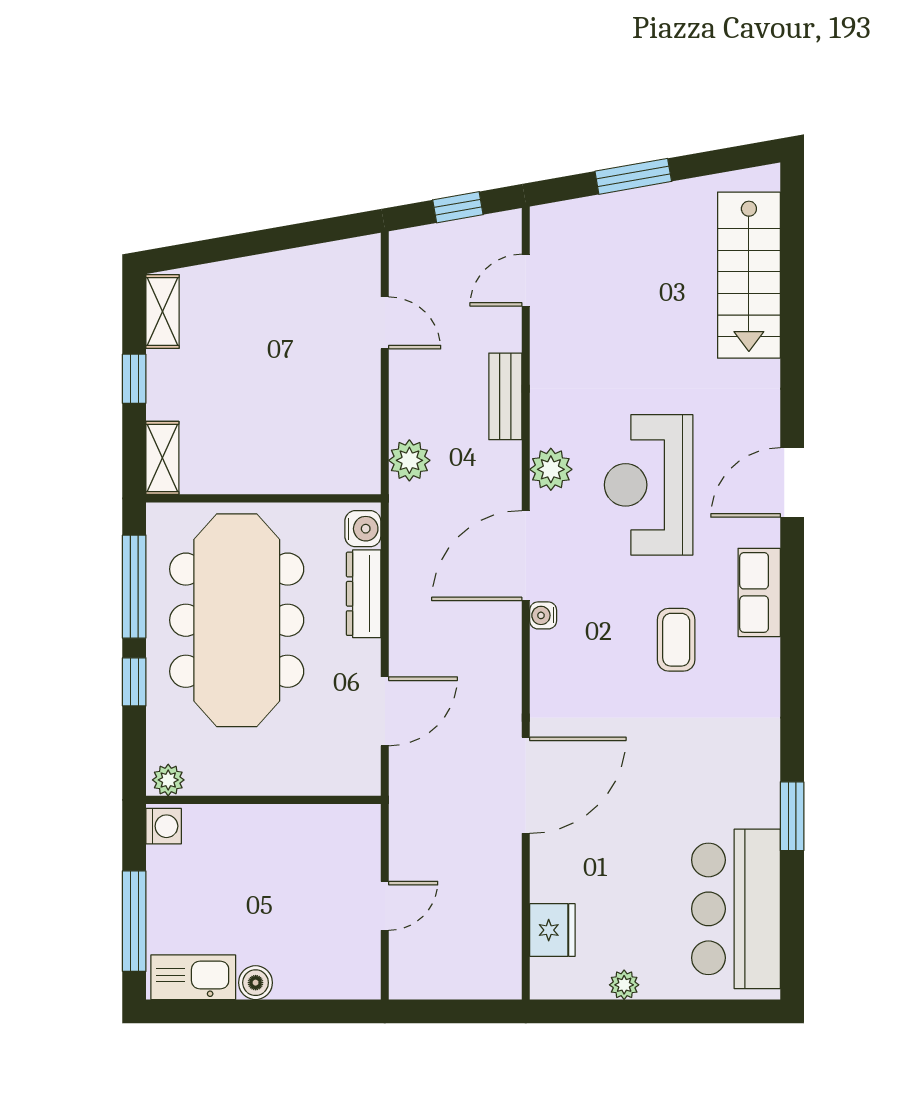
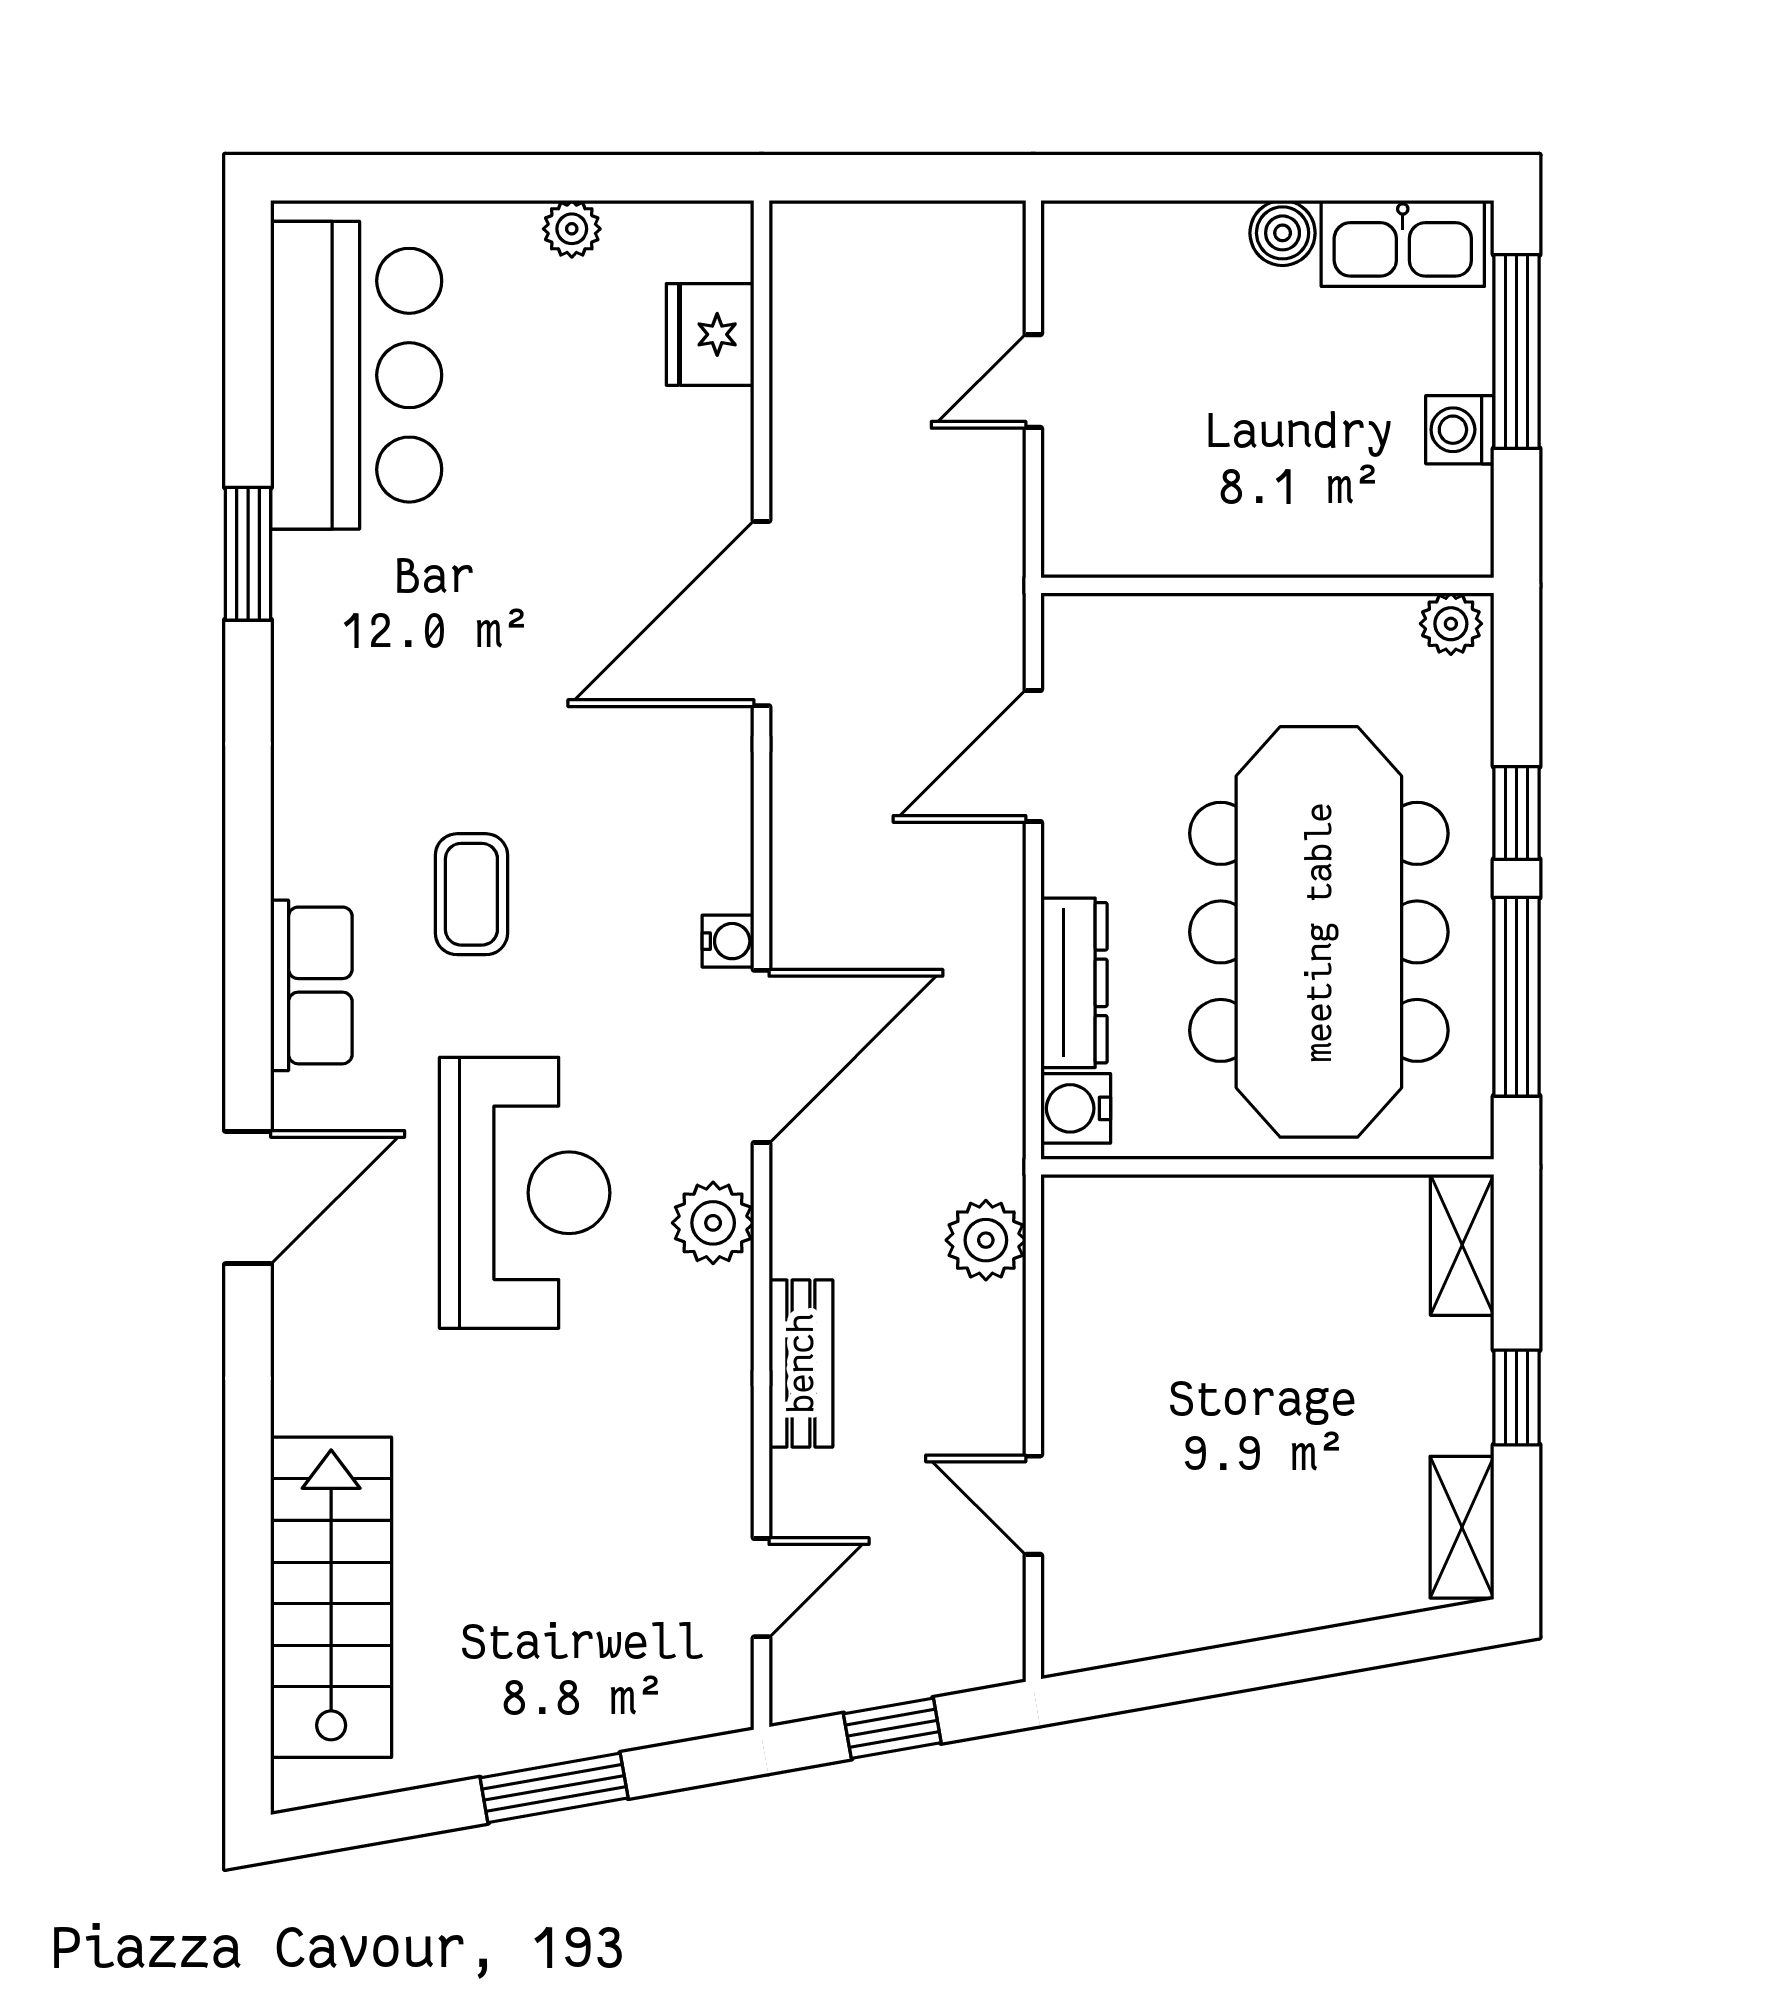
washing machine: (164, 826) -> (1460, 430), moved

